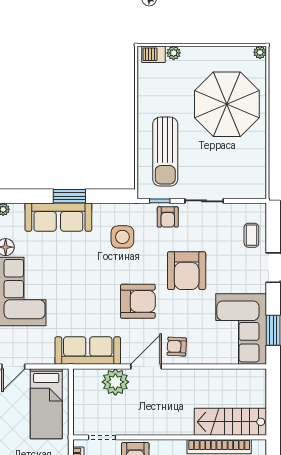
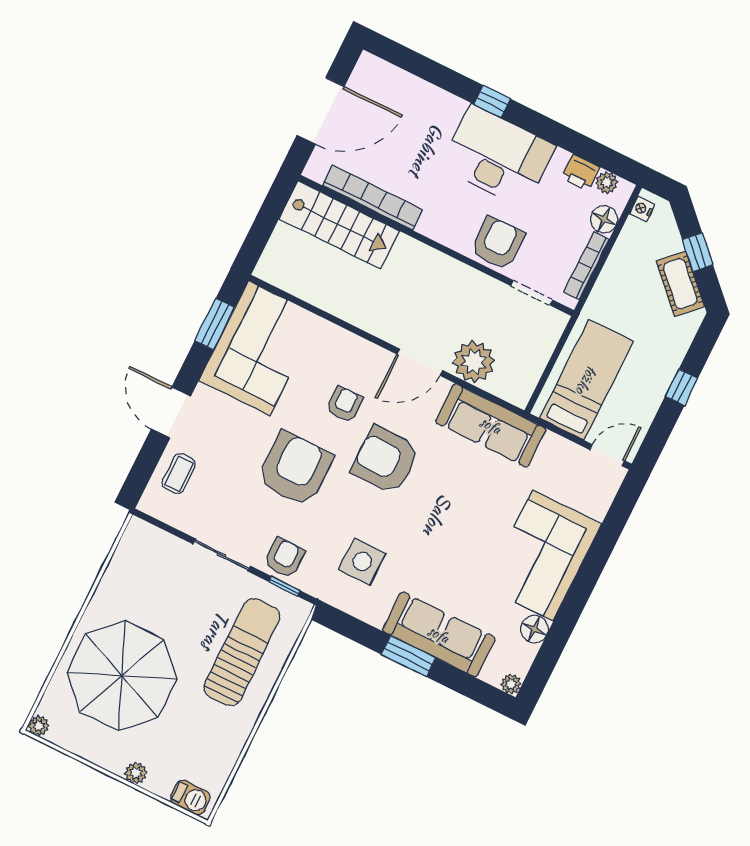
plant: (174, 53) -> (136, 773), moved
armchair: (177, 347) -> (344, 404), moved, turned -93

